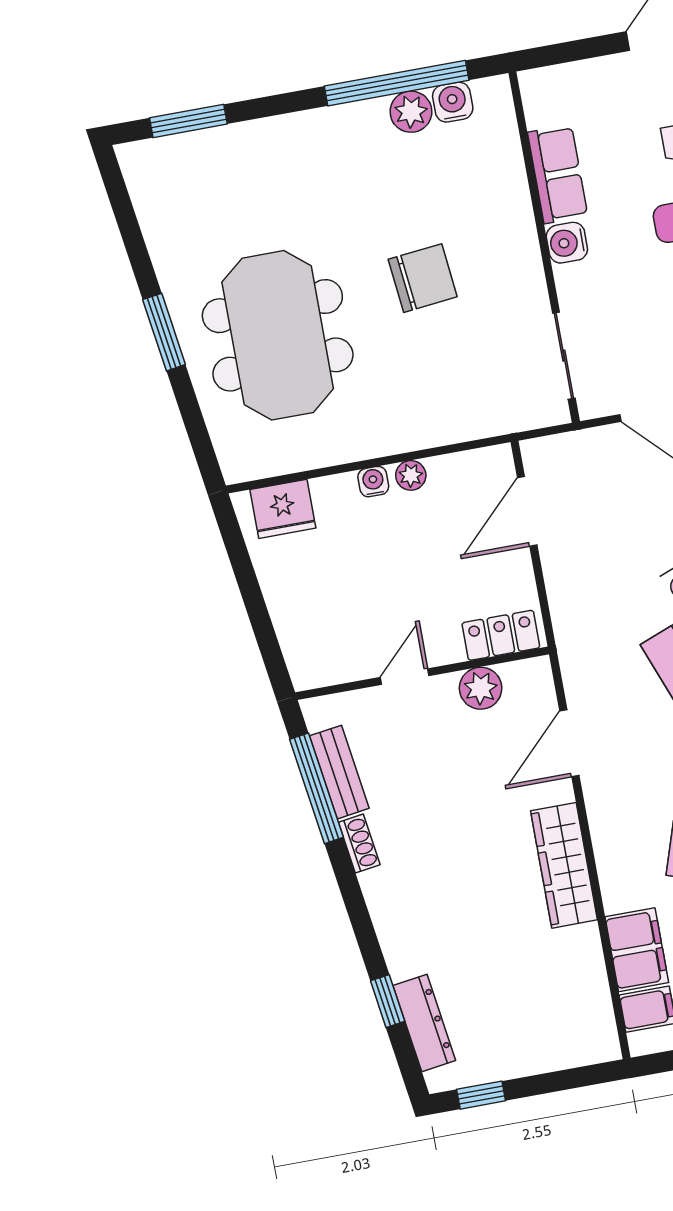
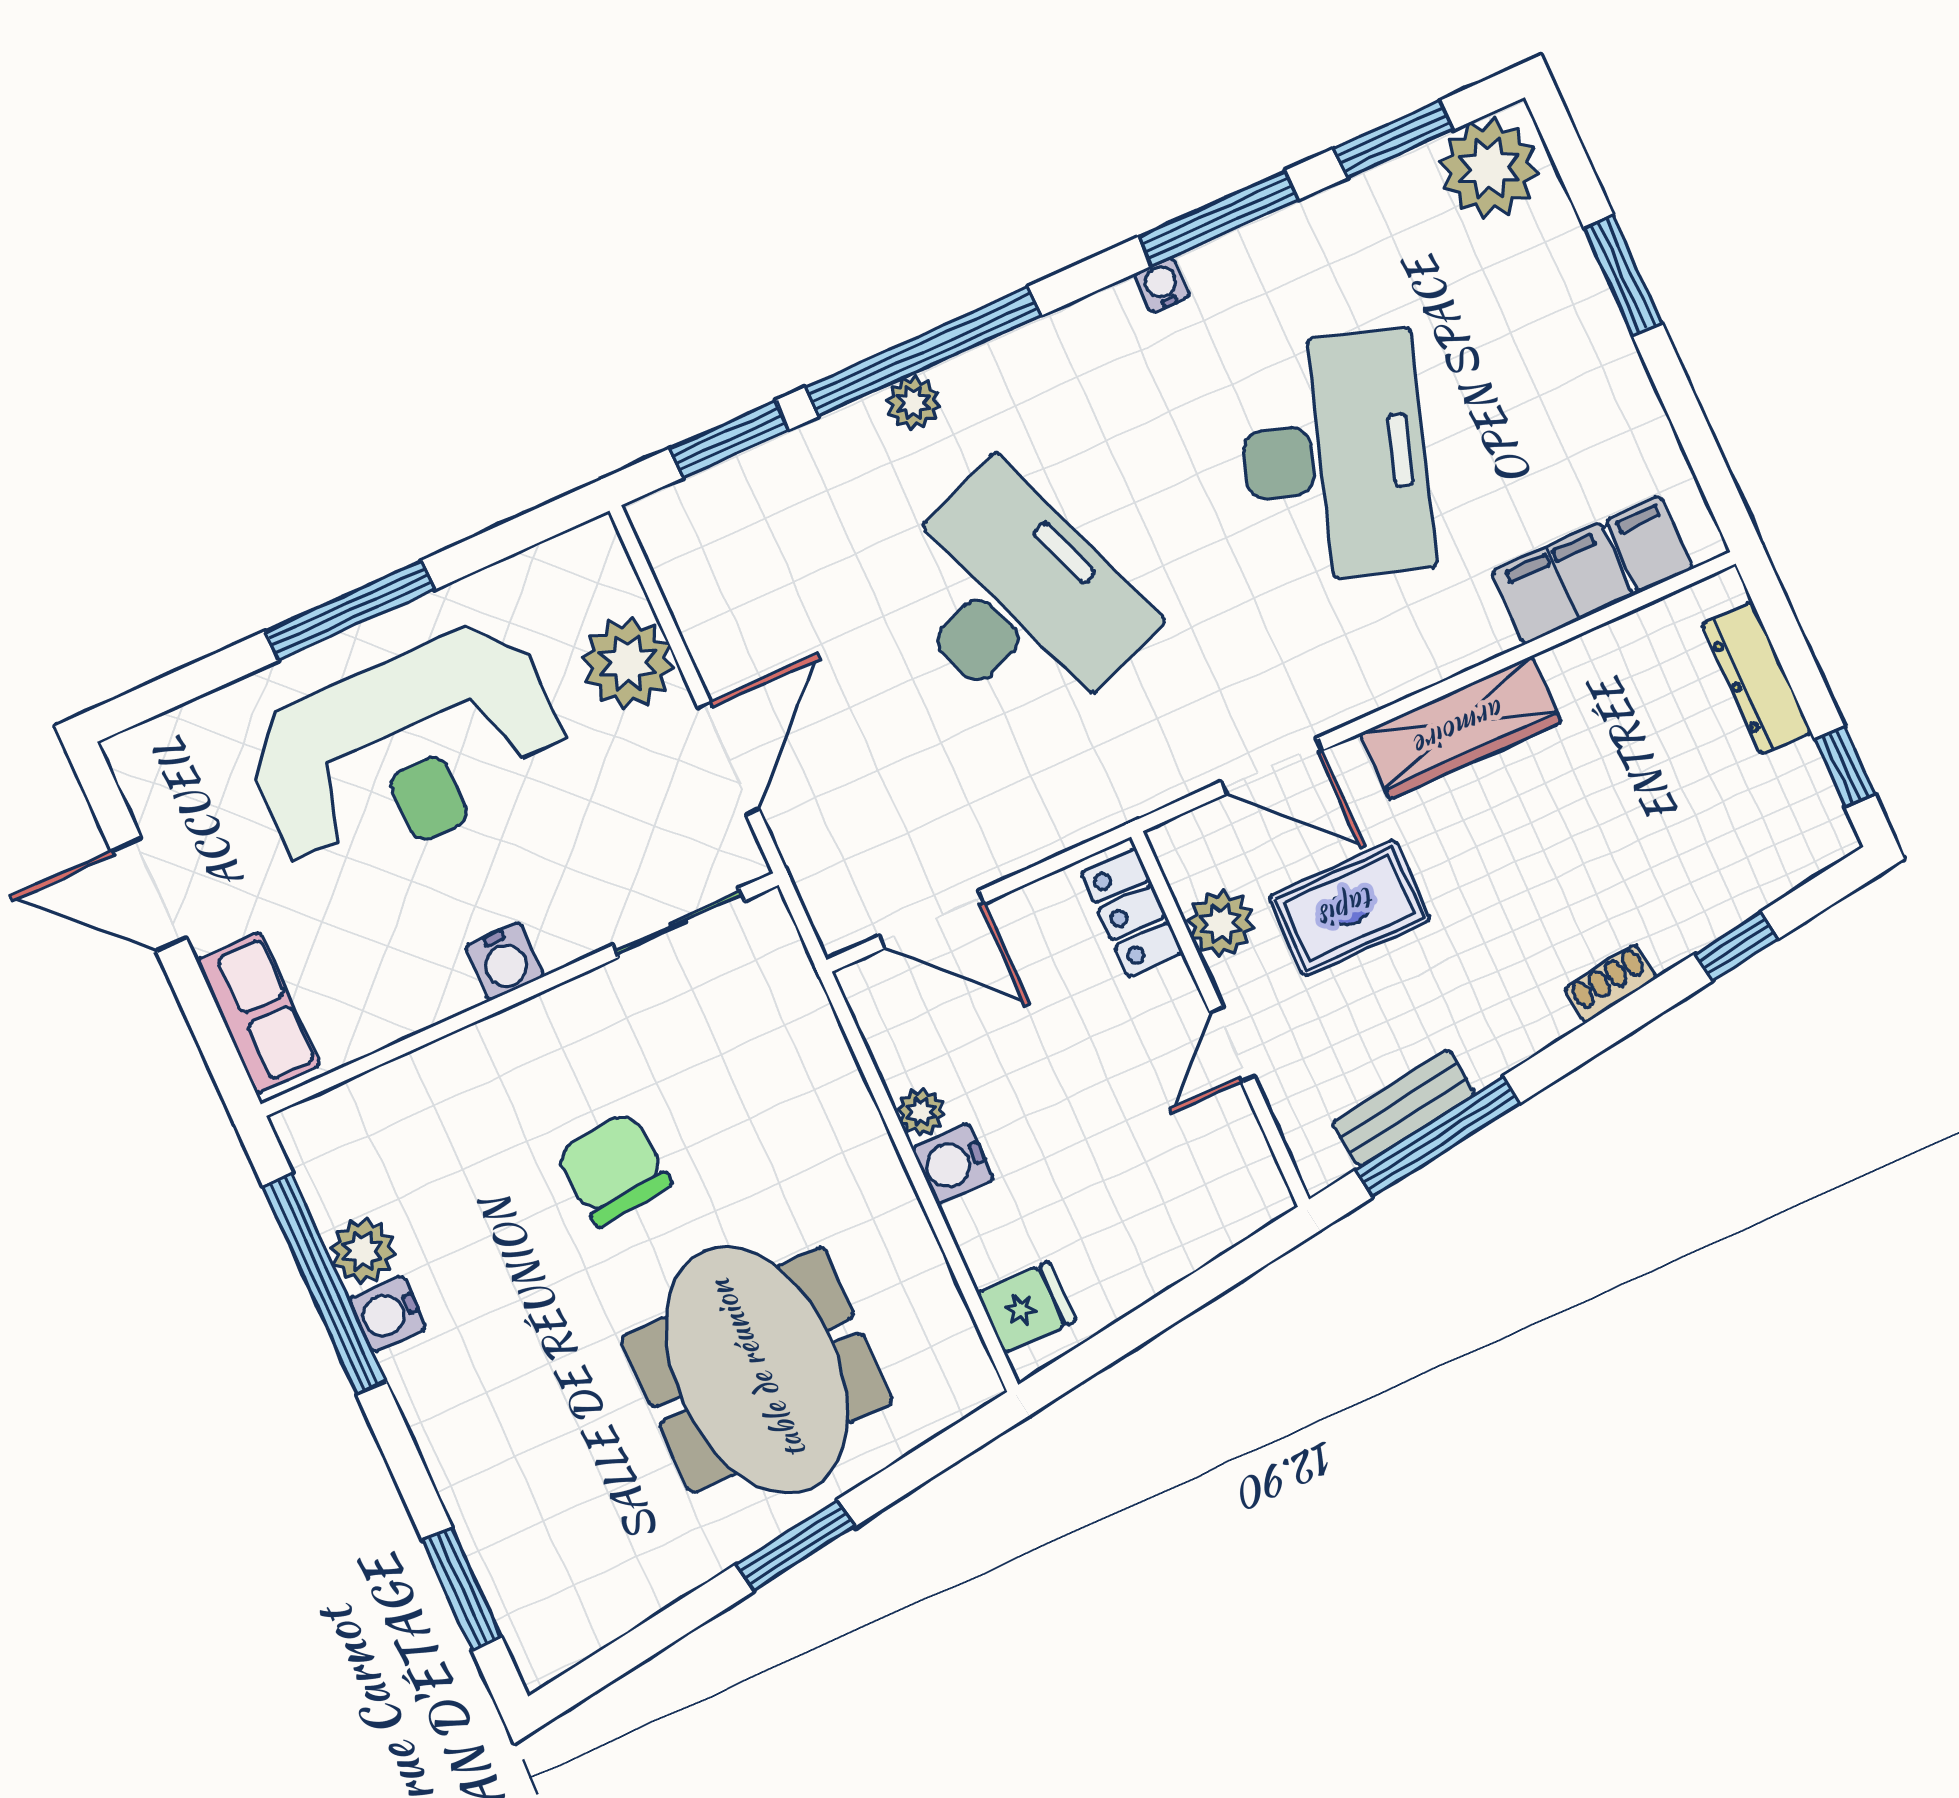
water cooler: (453, 102) -> (388, 1314), moved
row of seats: (558, 174) -> (258, 1013), moved, turned 90
meeting table: (278, 335) -> (757, 1370), turned 90
water cooler: (373, 482) -> (953, 1164), width x1.38, depth x1.38
fridge: (283, 509) -> (1026, 1307), width x0.72
door: (405, 677) -> (1232, 1045), hinge flipped
rug: (470, 769) -> (1349, 908), added
shoe rack: (359, 844) -> (1611, 983), moved
dresser: (424, 1023) -> (1756, 678), moved, turned -82

